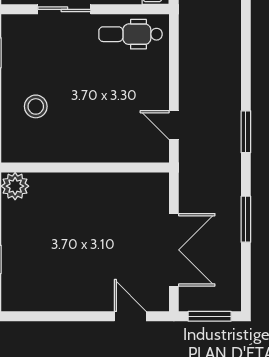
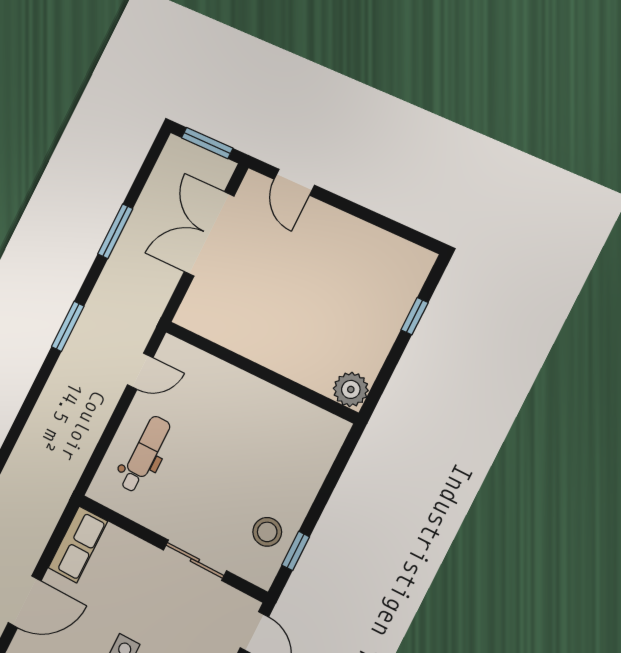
dental chair: (131, 34) -> (145, 454), moved, turned -90
stool: (36, 106) -> (267, 532), moved
door: (174, 125) -> (140, 371), hinge flipped

